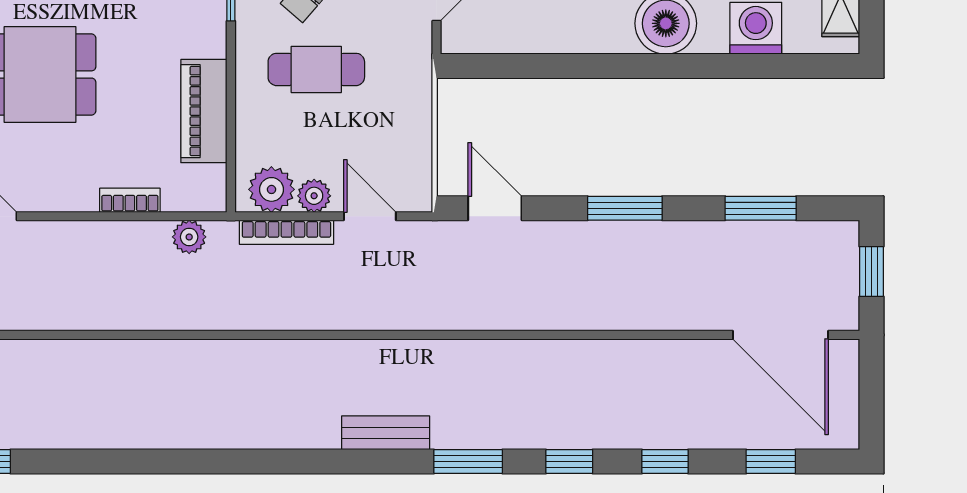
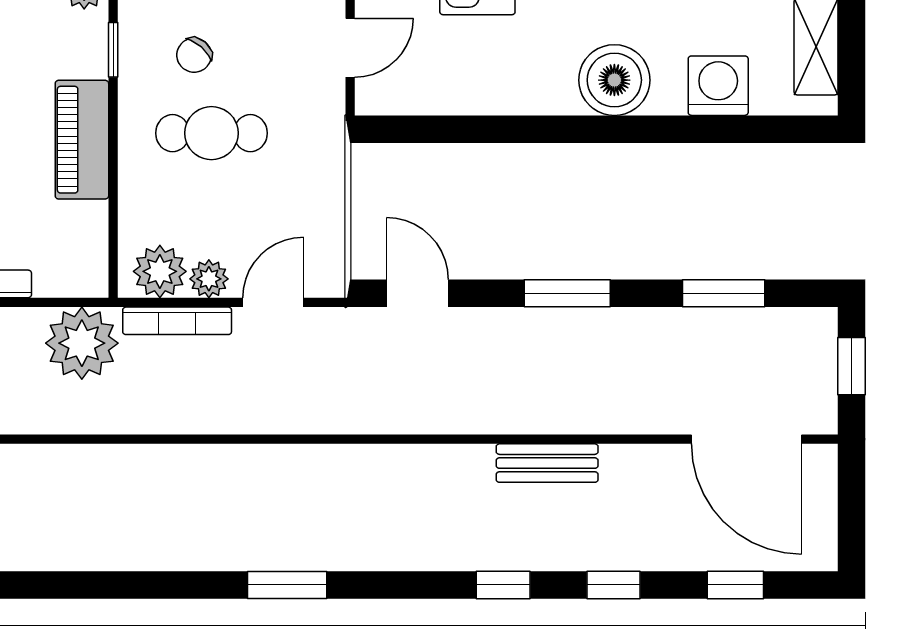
piano: (204, 111) -> (82, 140), moved
door: (370, 216) -> (273, 302), hinge flipped
plant: (189, 237) -> (82, 343), width x1.88, depth x1.88
bench: (386, 433) -> (547, 463), moved
window: (468, 461) -> (287, 585), moved

